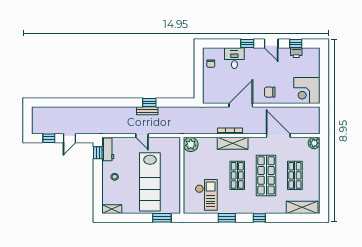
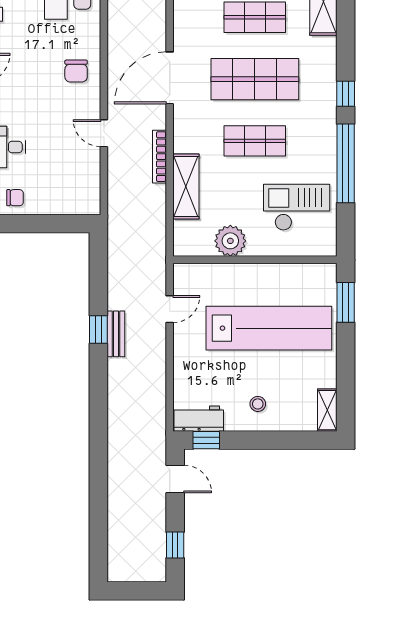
door: (241, 105) -> (104, 133), width x0.53
door: (142, 136) -> (170, 309), moved
door: (278, 136) -> (170, 78), moved
door: (70, 138) -> (175, 479), moved
shelving: (233, 143) -> (186, 186), moved
plant: (191, 144) -> (230, 241), moved
window: (227, 218) -> (346, 163), width x2.11

